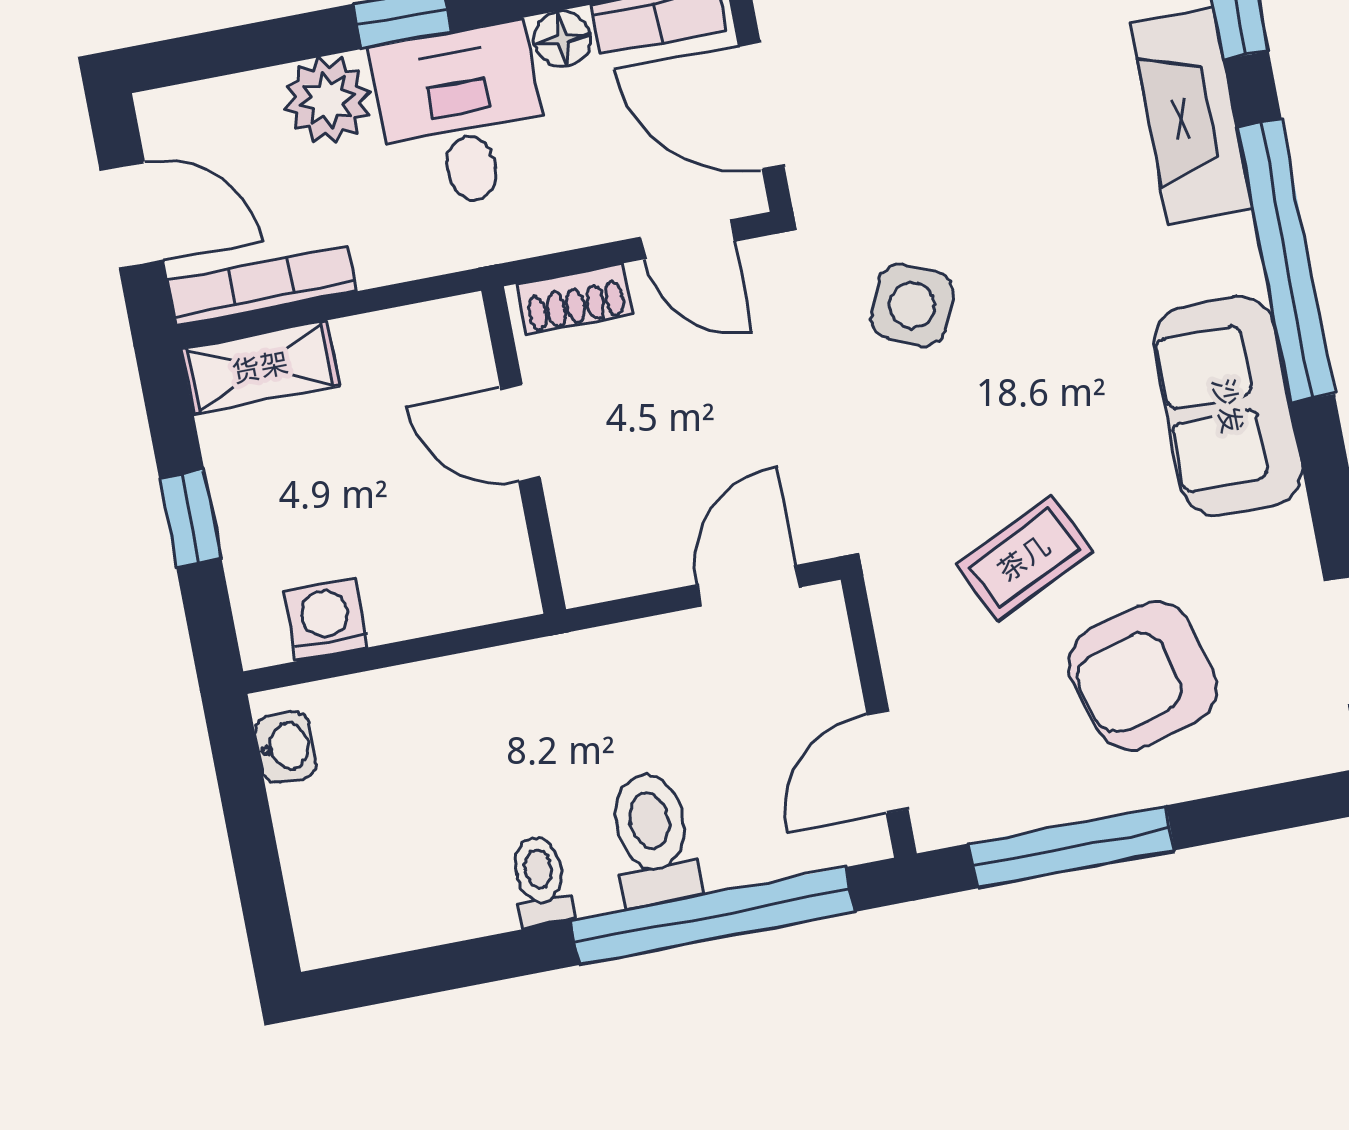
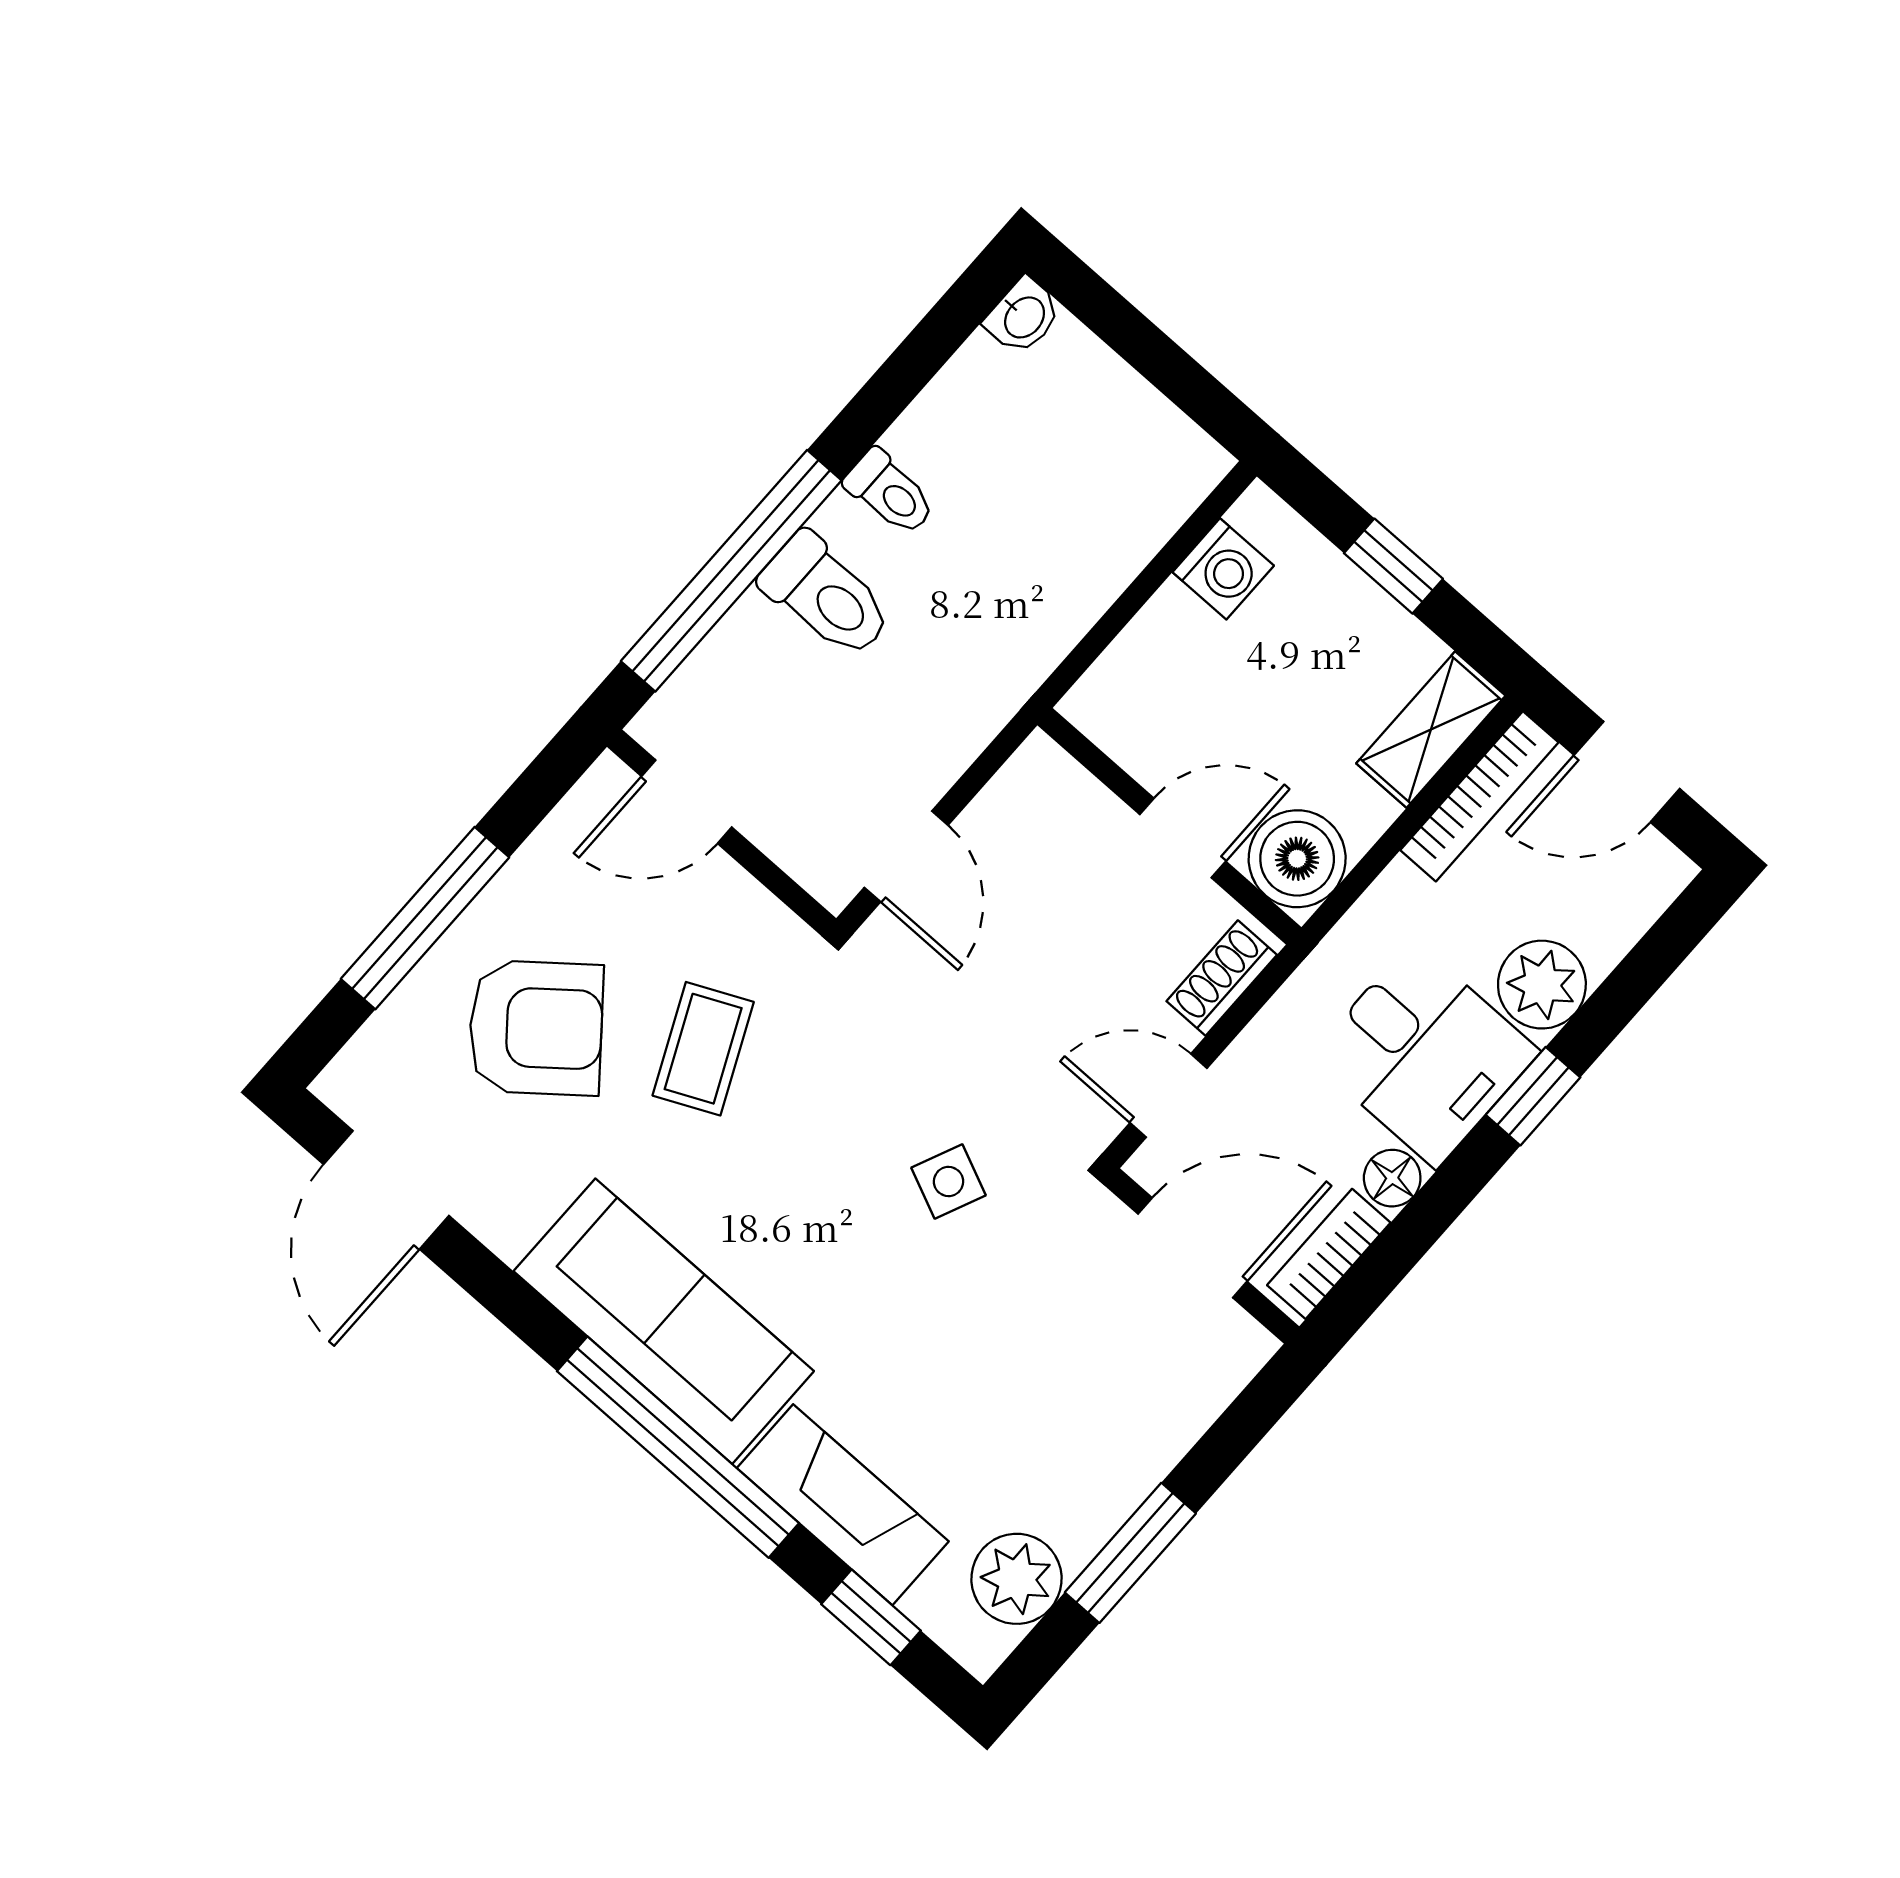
side table: (912, 305) -> (949, 1182), width x0.73, depth x0.73
boiler: (443, 347) -> (1297, 859), added
sofa: (1228, 406) -> (664, 1321), width x1.36
armchair: (1143, 676) -> (536, 1028), turned 67
washbasin: (286, 747) -> (1023, 316), moved, turned -90
door: (887, 762) -> (687, 802), swing flipped
window: (1072, 847) -> (425, 918), moved

